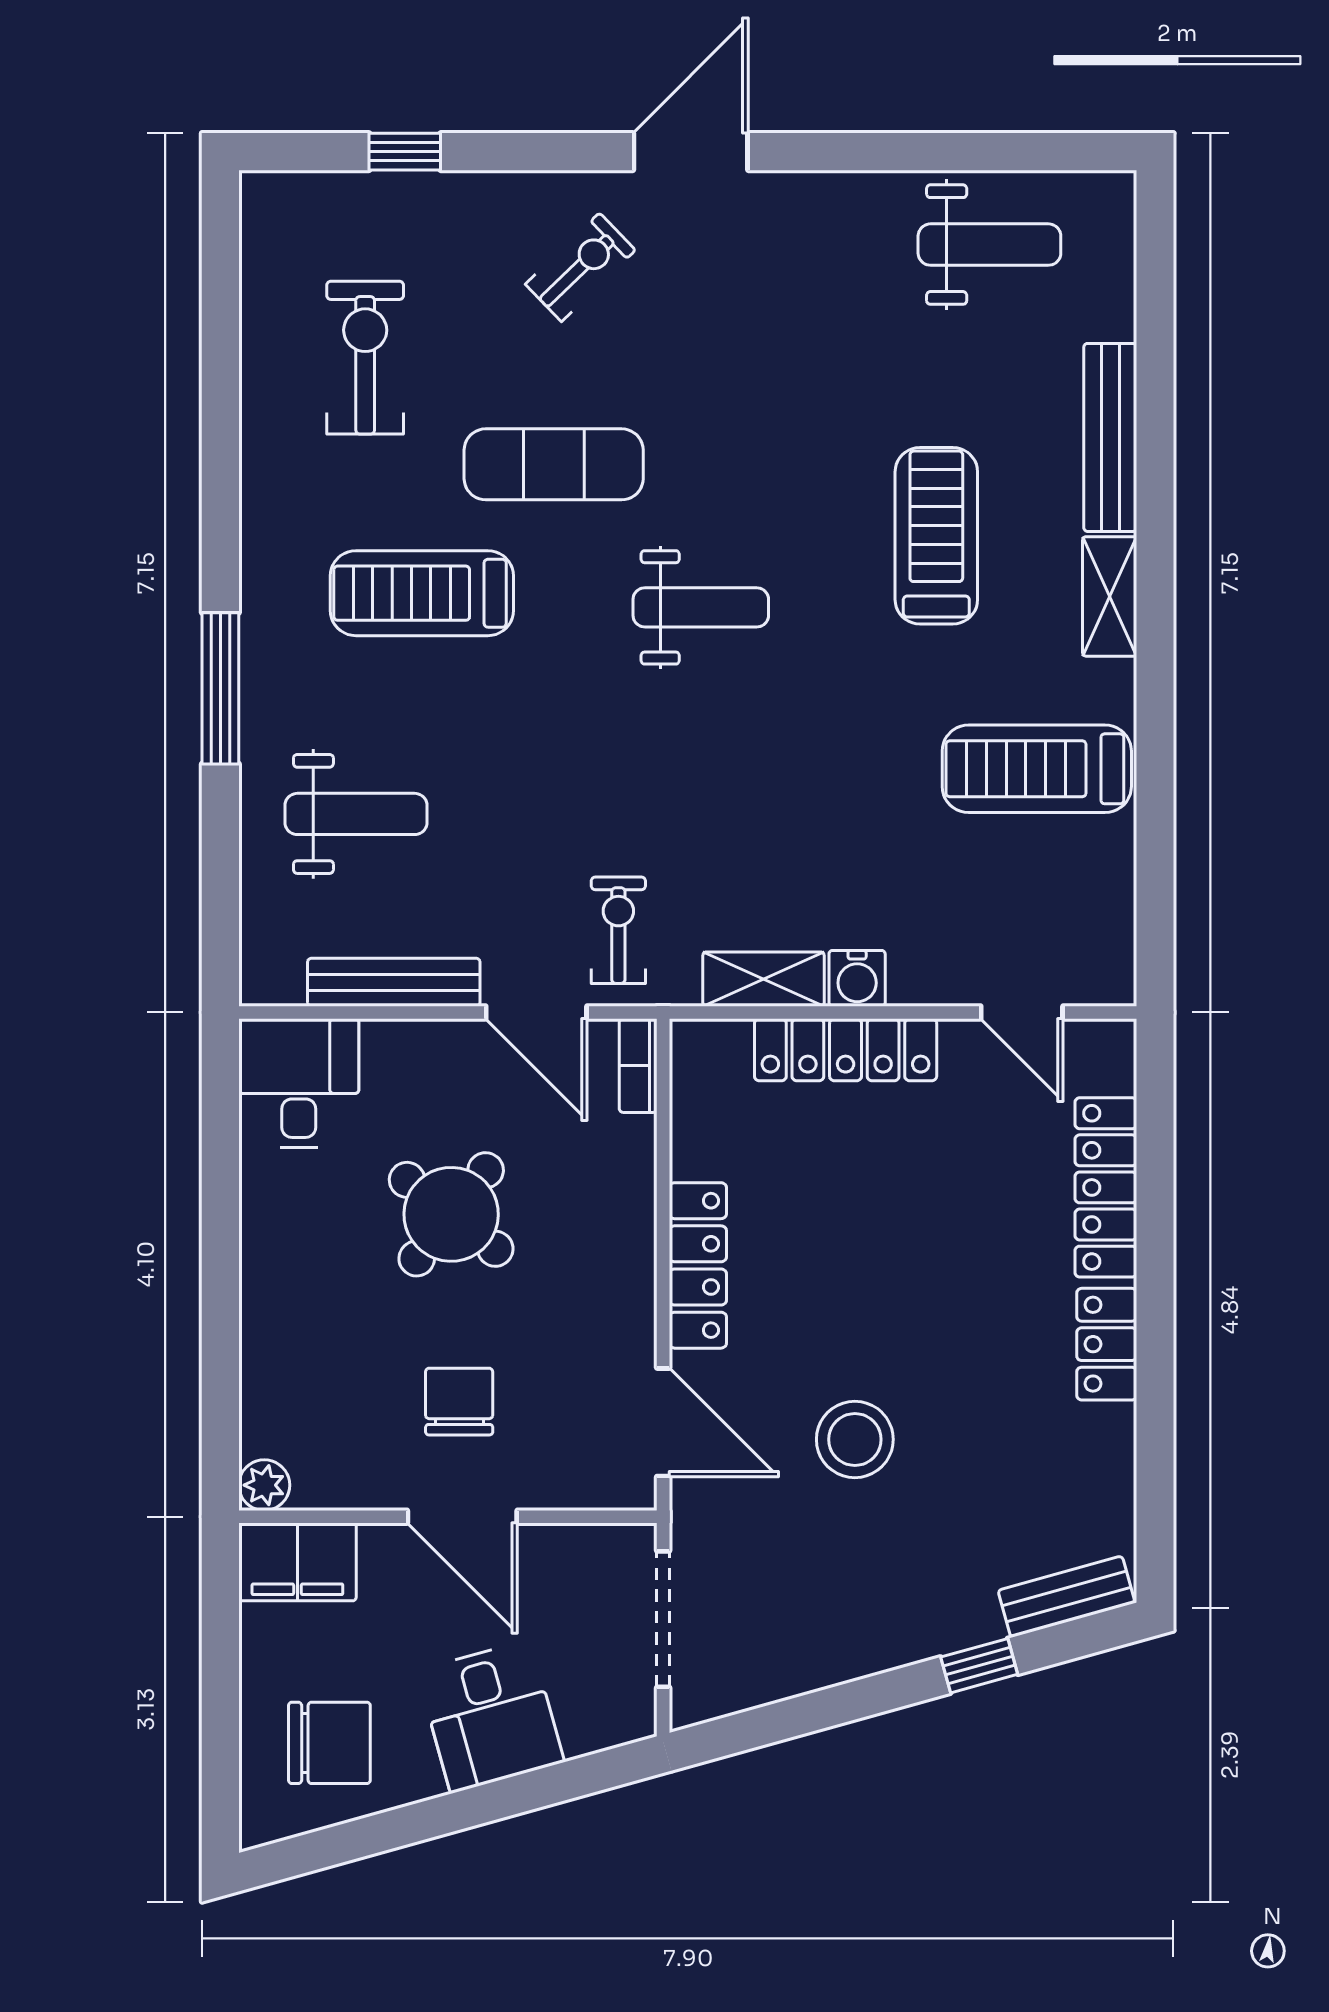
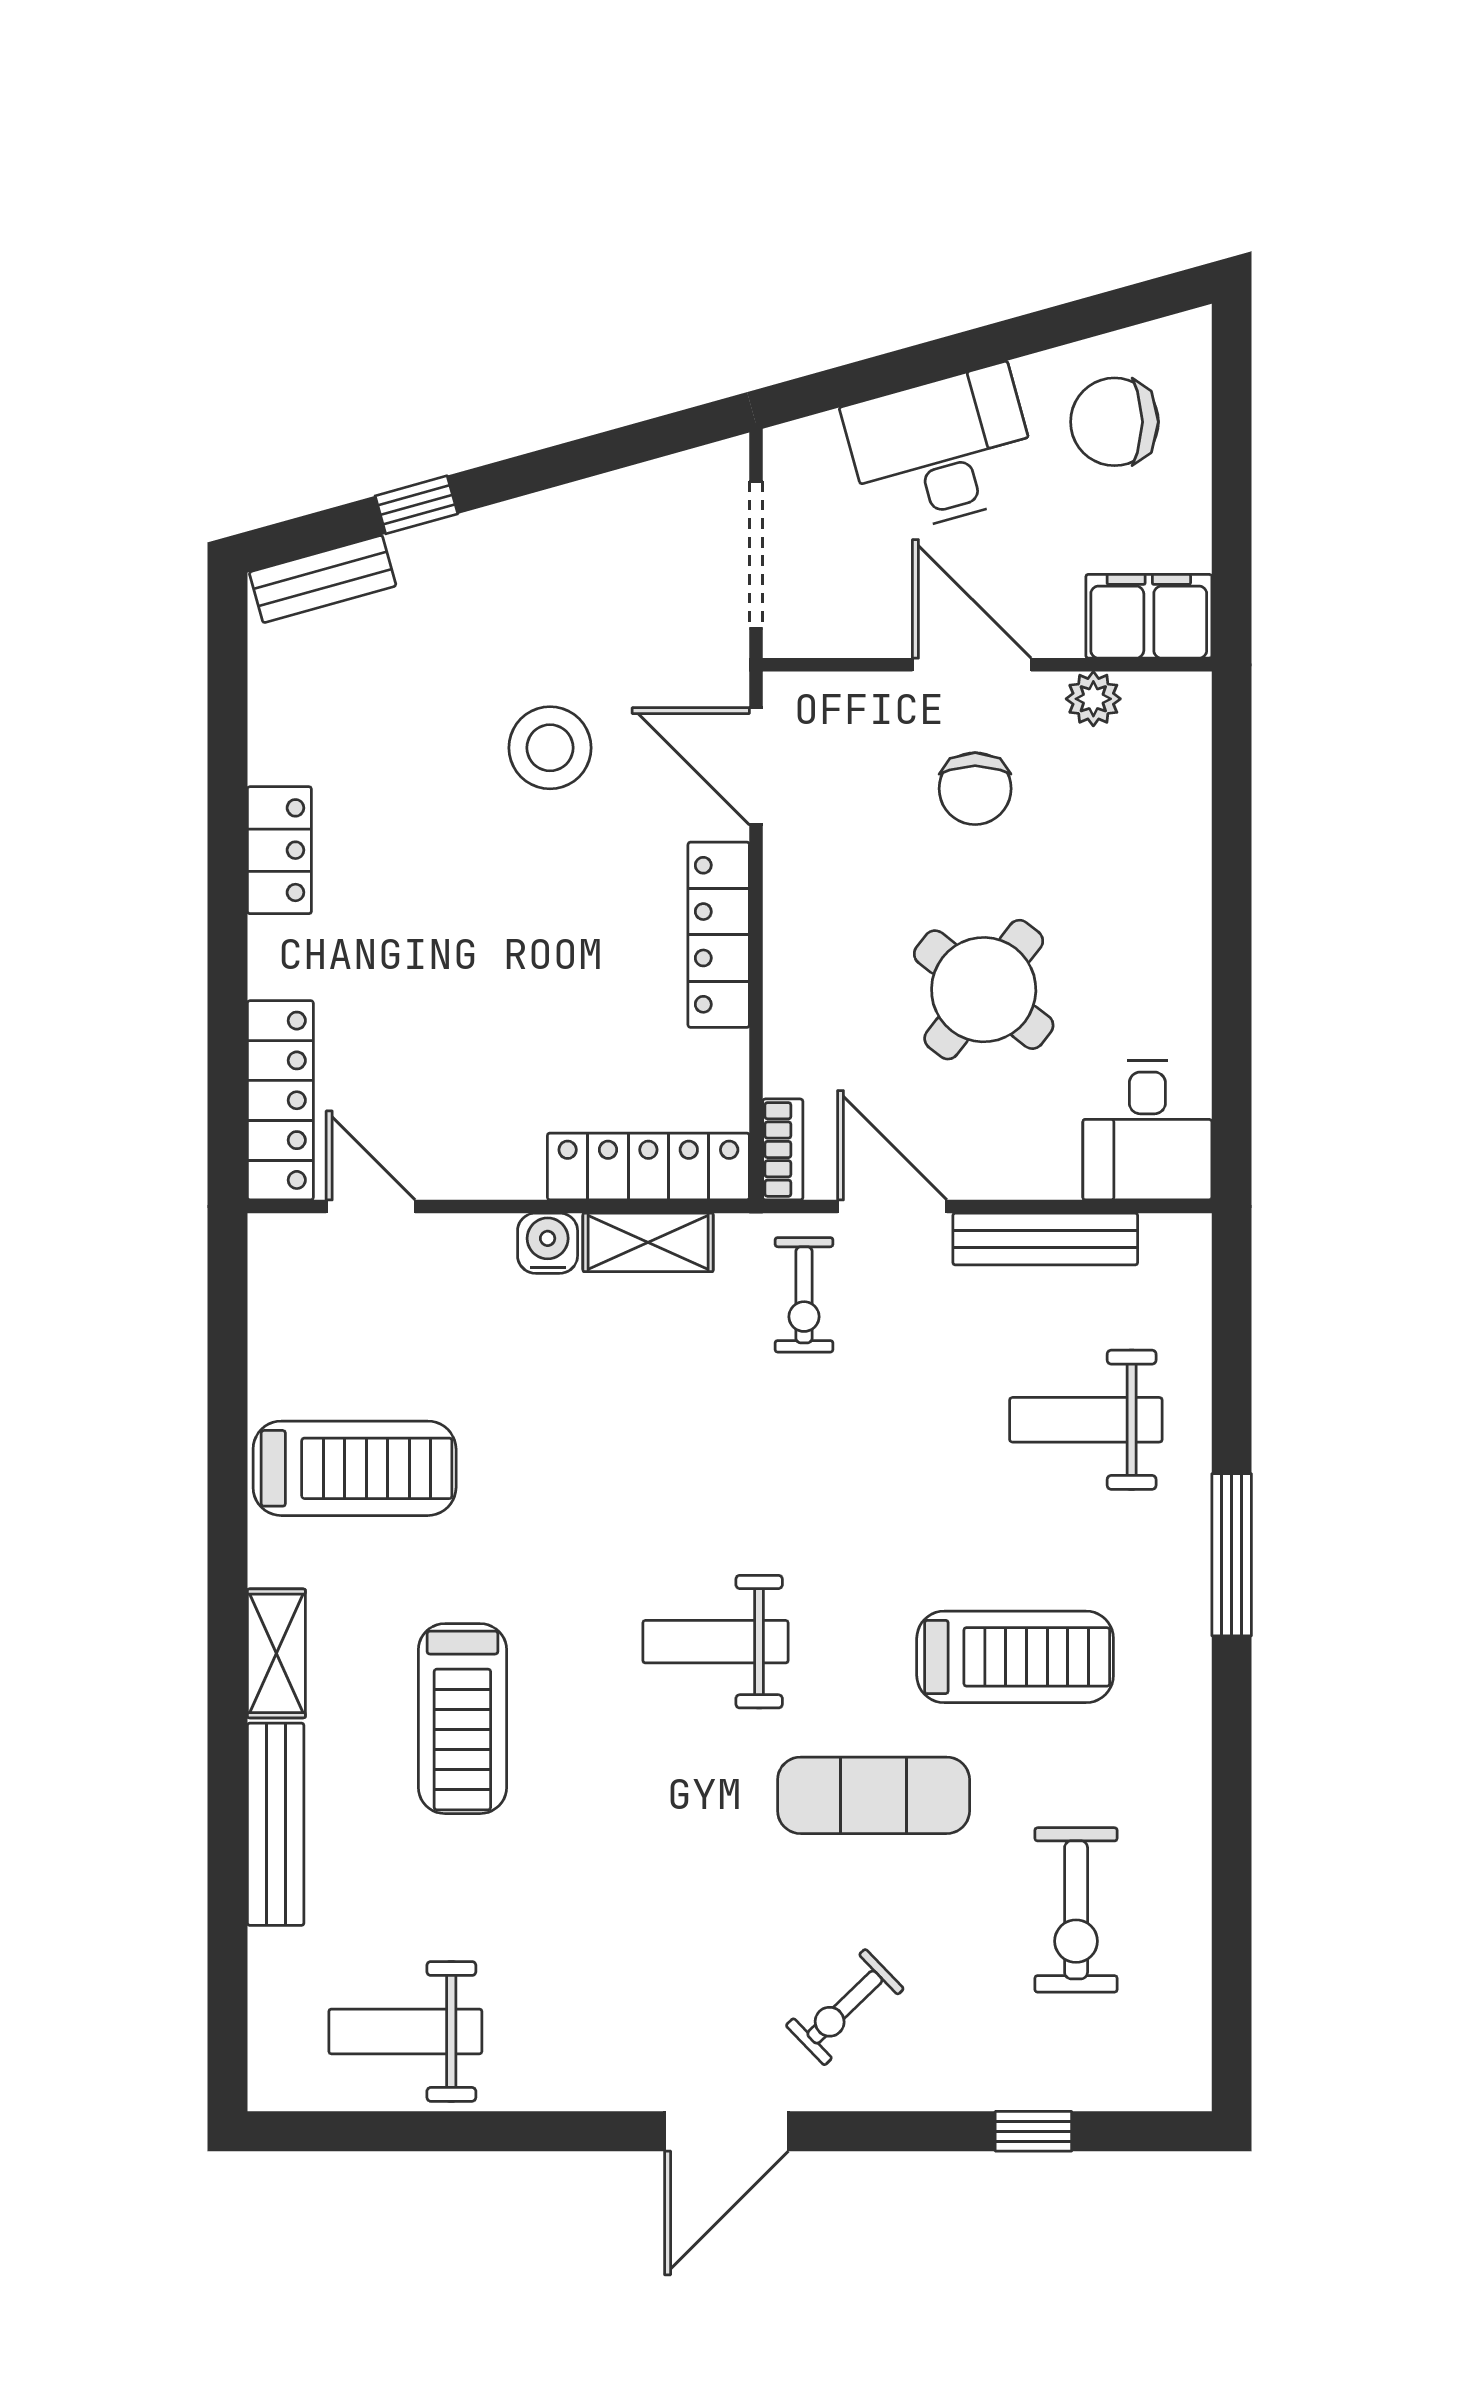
locker: (846, 1050) -> (648, 1166), moved
locker: (1106, 1187) -> (280, 1100), moved
plant: (264, 1485) -> (1093, 699), moved
desk: (491, 1716) -> (941, 450), width x1.37

